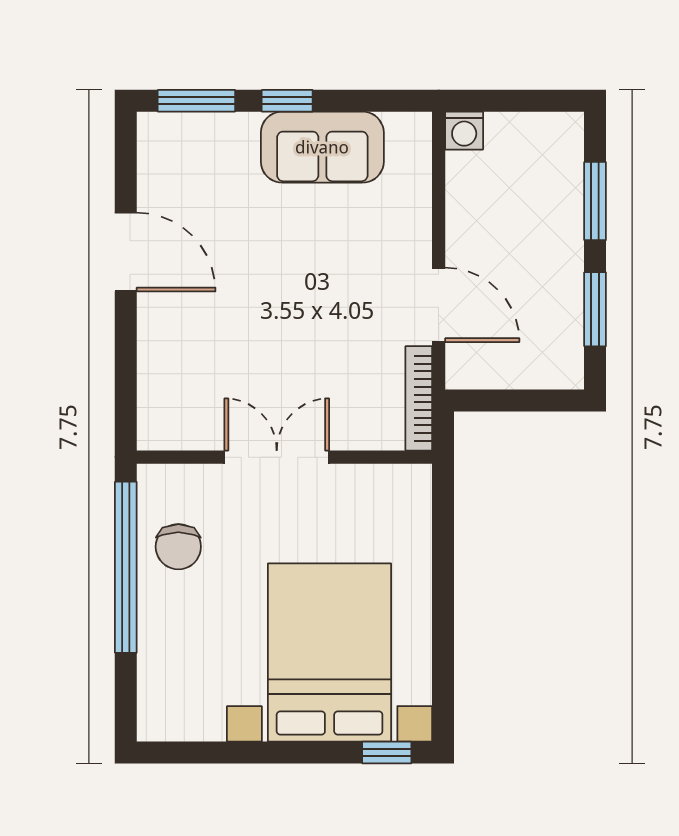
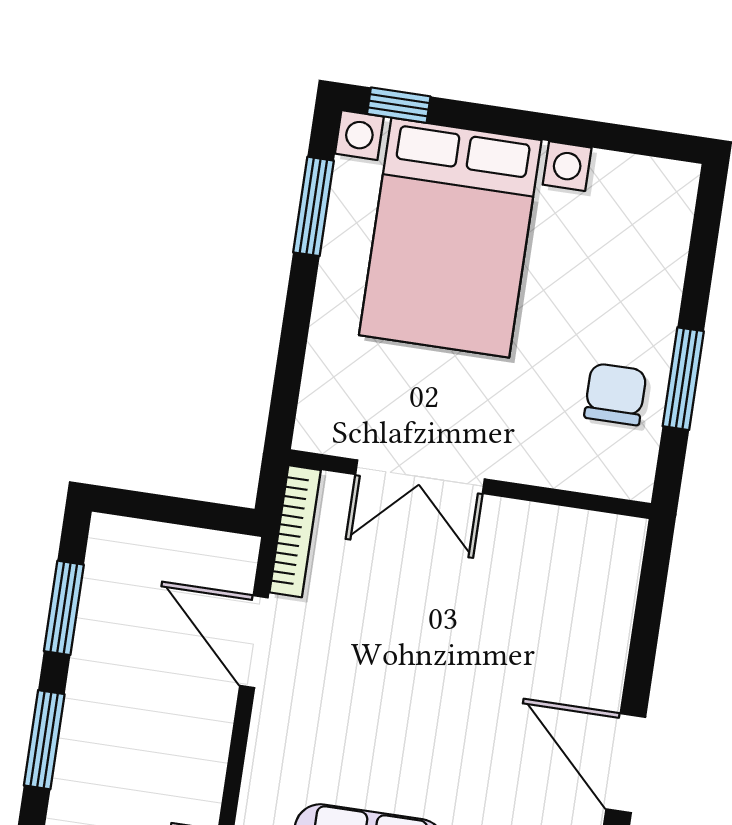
double door: (277, 457) -> (420, 477), moved
window: (126, 567) -> (683, 379), width x0.47
window: (443, 661) -> (313, 206), added

